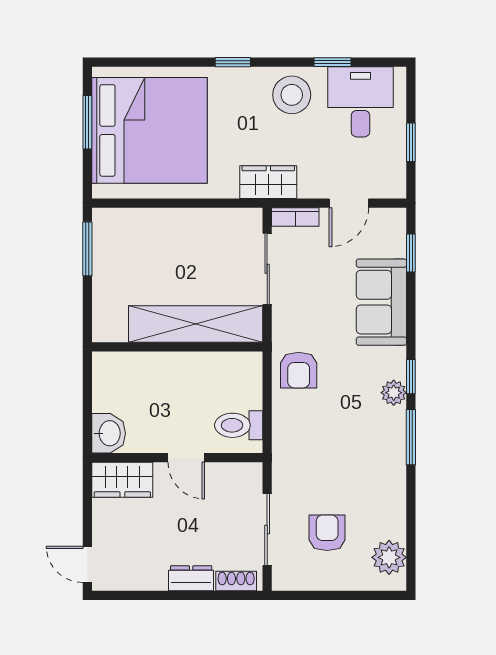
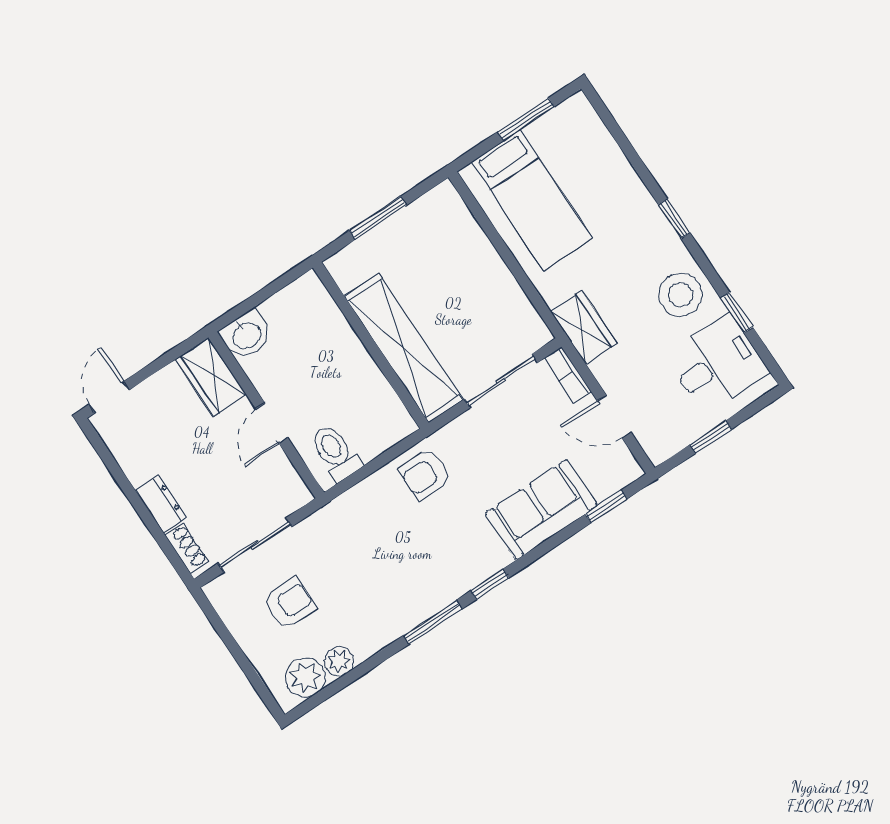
bed: (150, 130) -> (532, 200), width x0.49
window: (87, 249) -> (378, 218), moved
plant: (394, 393) -> (339, 661), moved

